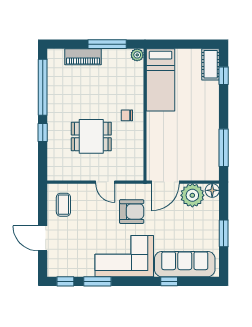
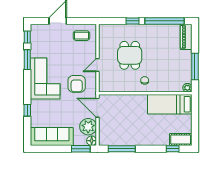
piano: (83, 57) -> (186, 37), moved
window: (224, 233) -> (81, 149), moved
sofa: (185, 264) -> (52, 137), moved, turned -90

